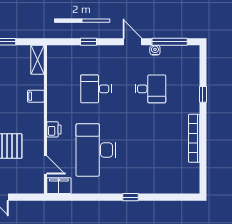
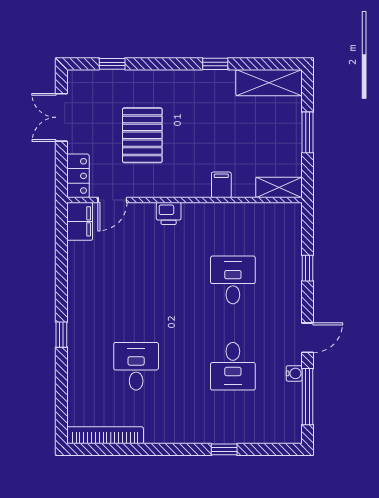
bookcase: (194, 138) -> (105, 435), moved
desk: (96, 150) -> (136, 366), moved, width x0.53, depth x0.77
locker: (30, 187) -> (78, 176), added

